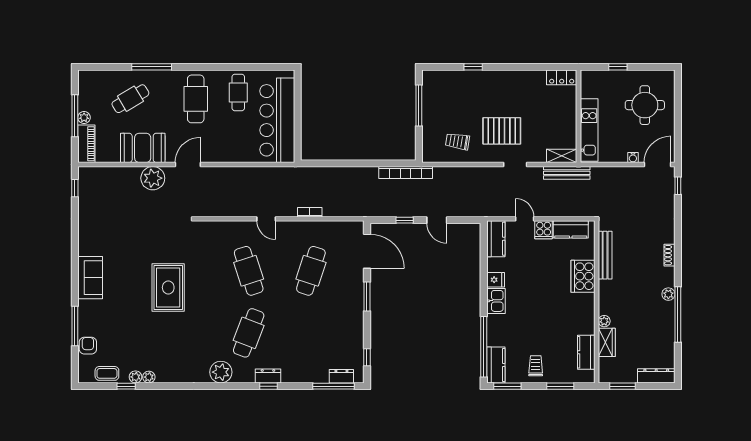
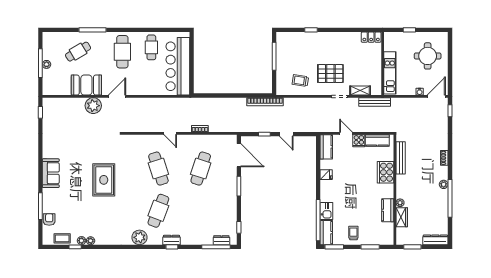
piano: (86, 144) -> (48, 82), removed
shelving: (562, 156) -> (360, 91), moved
kitchen sink: (496, 301) -> (326, 211), moved
kitchen counter: (586, 352) -> (388, 210), moved

